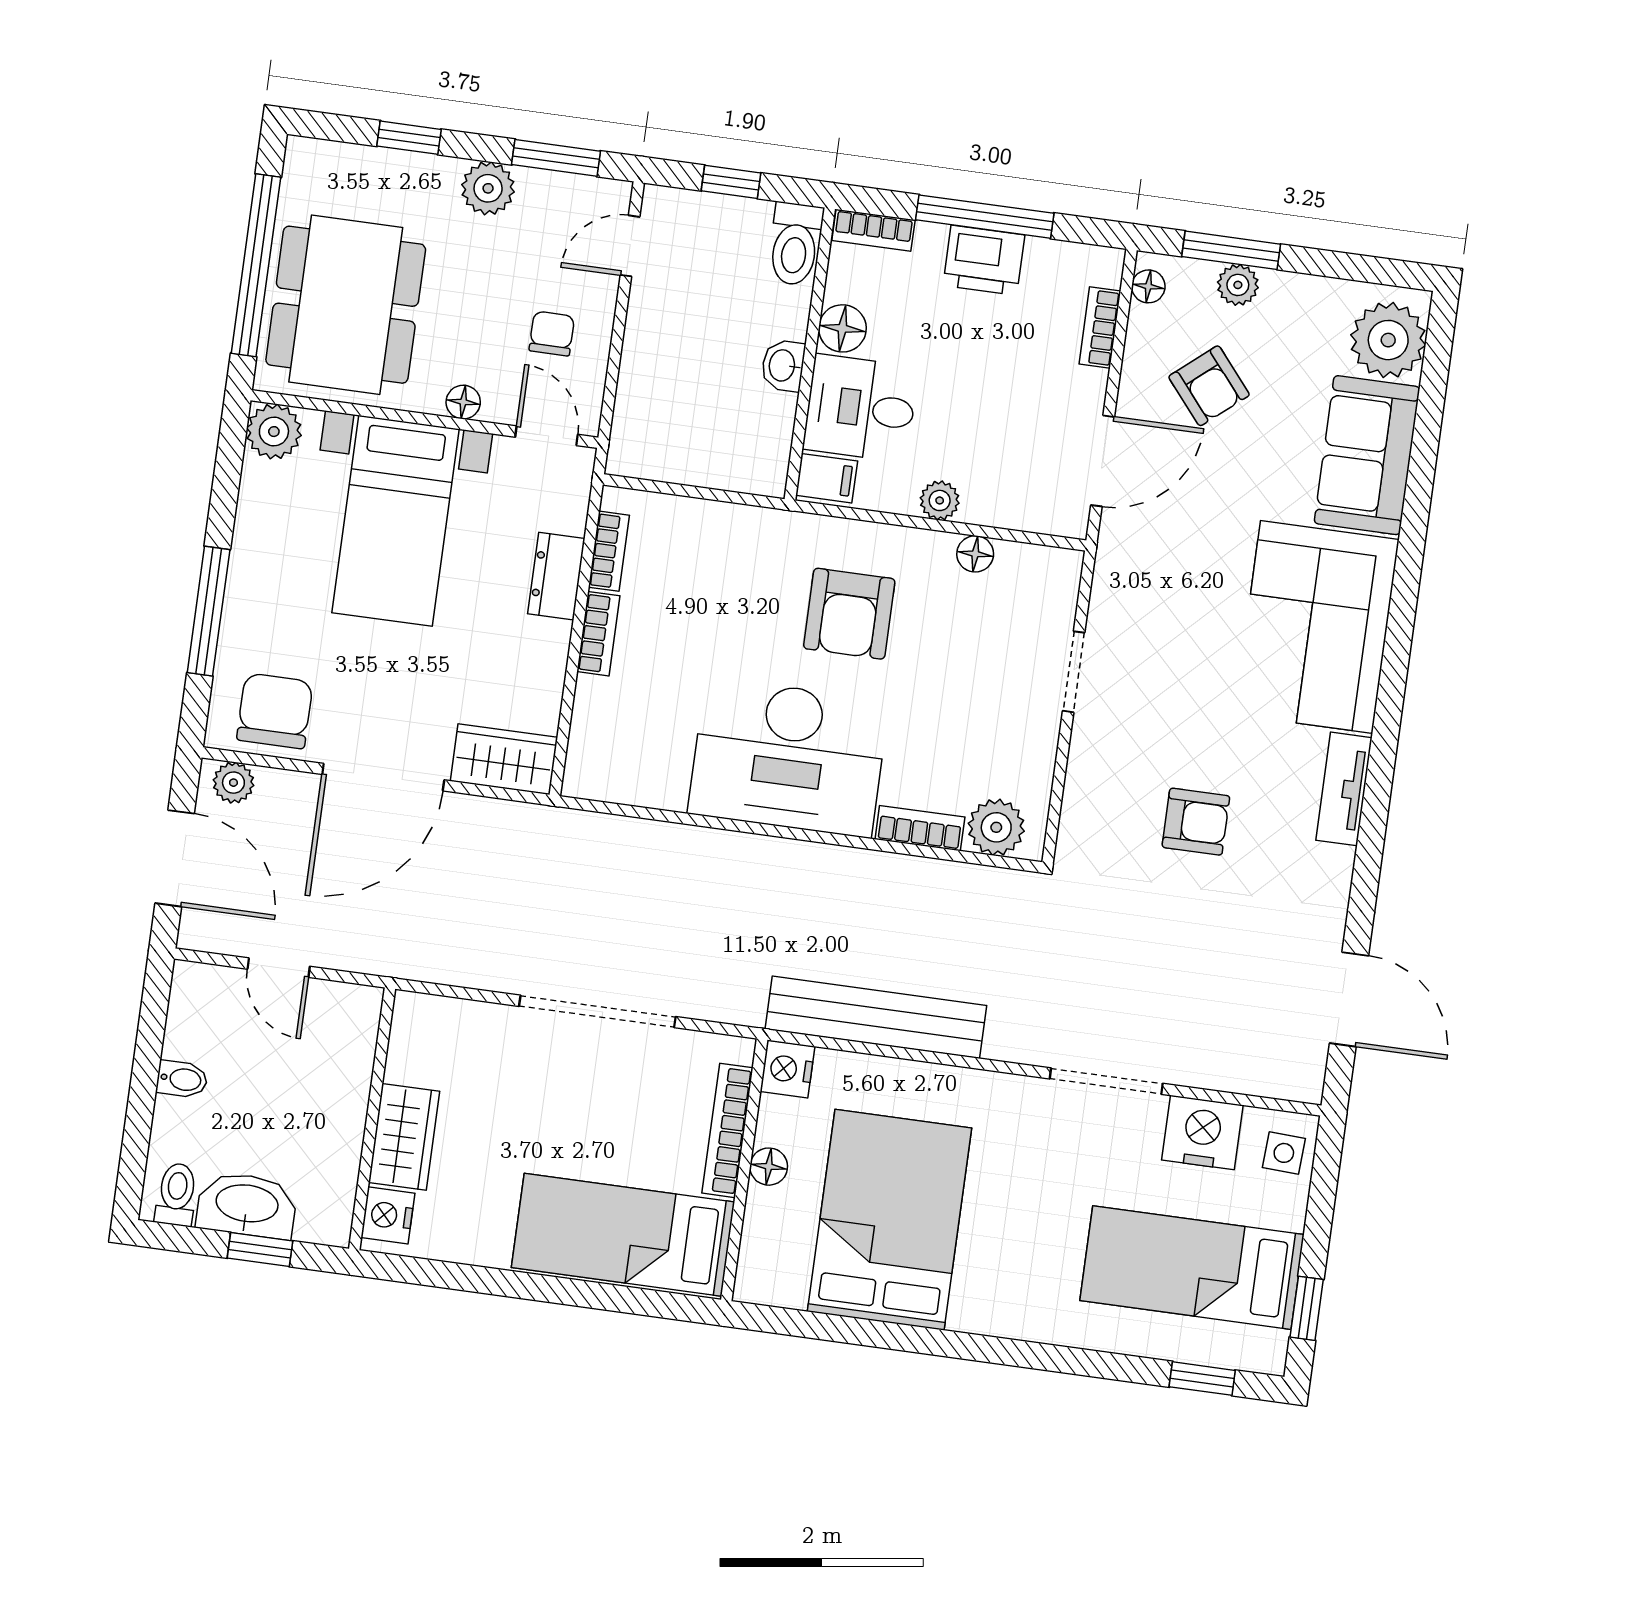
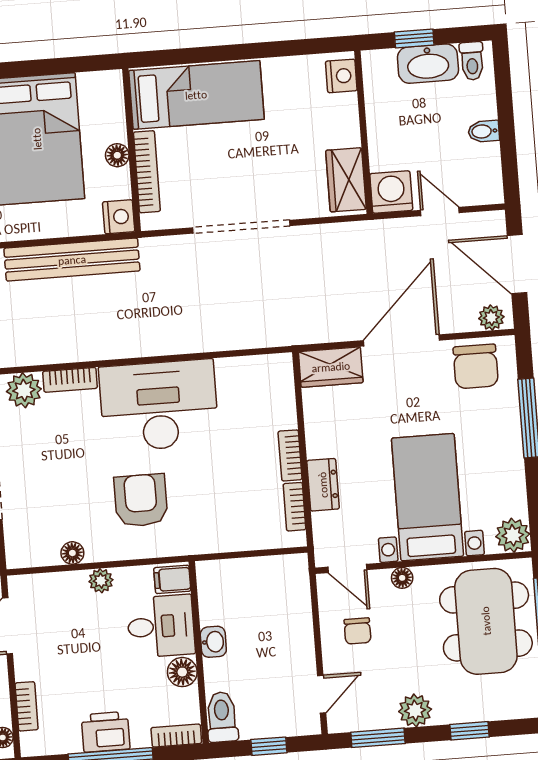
washing machine: (349, 1015) -> (391, 192), added
wardrobe: (404, 1137) -> (346, 180), moved

